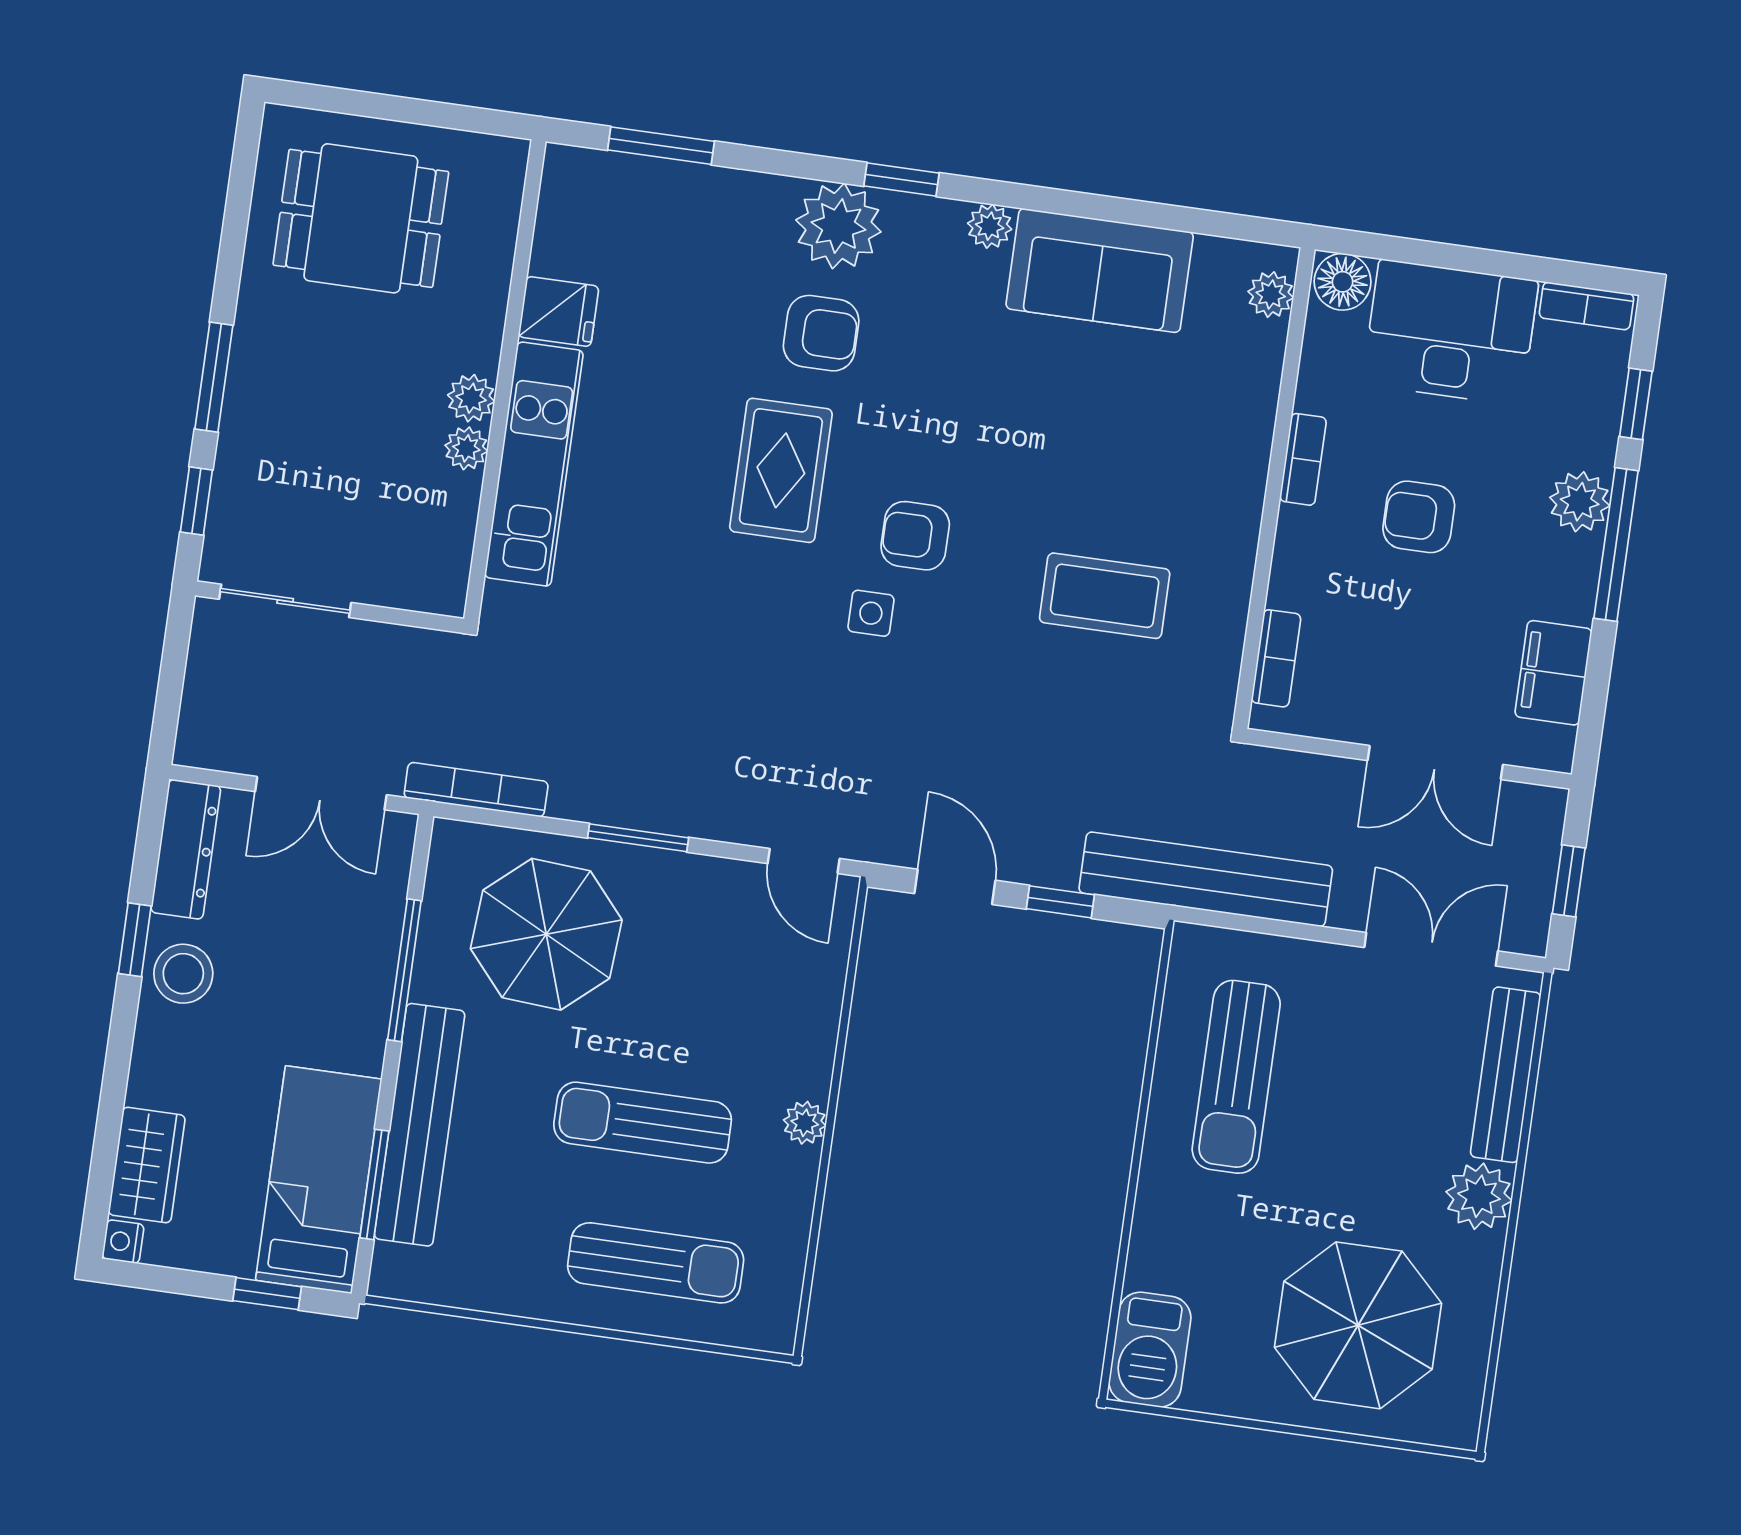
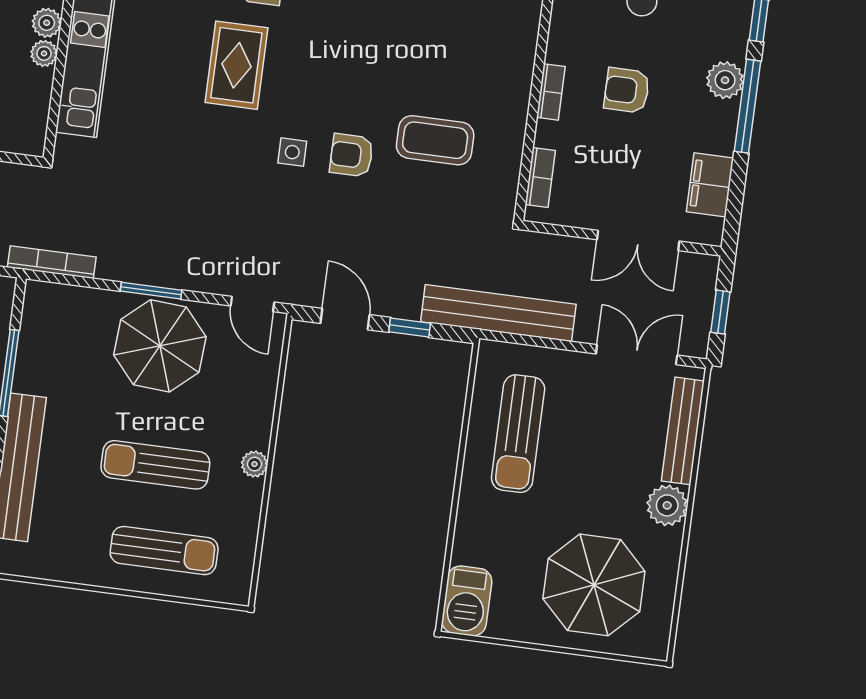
bookcase: (1303, 459) -> (551, 92), moved
armchair: (915, 536) -> (352, 155), moved
parasol: (546, 934) -> (160, 346), moved

